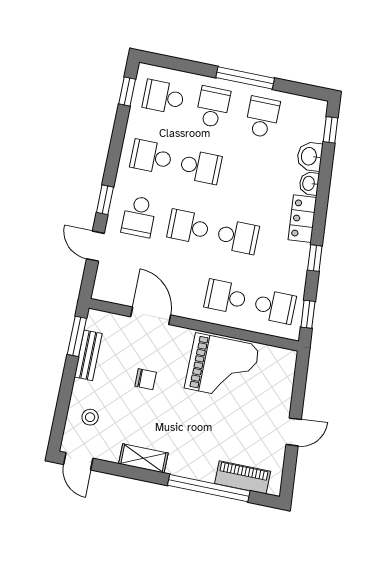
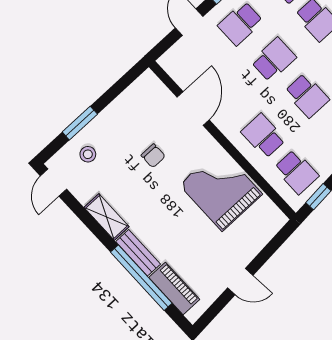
school desk: (188, 227) -> (274, 60), turned 90
window: (77, 336) -> (80, 123), moved
bench: (88, 355) -> (138, 253), moved, turned 90
grand piano: (222, 367) -> (221, 189), turned 180

